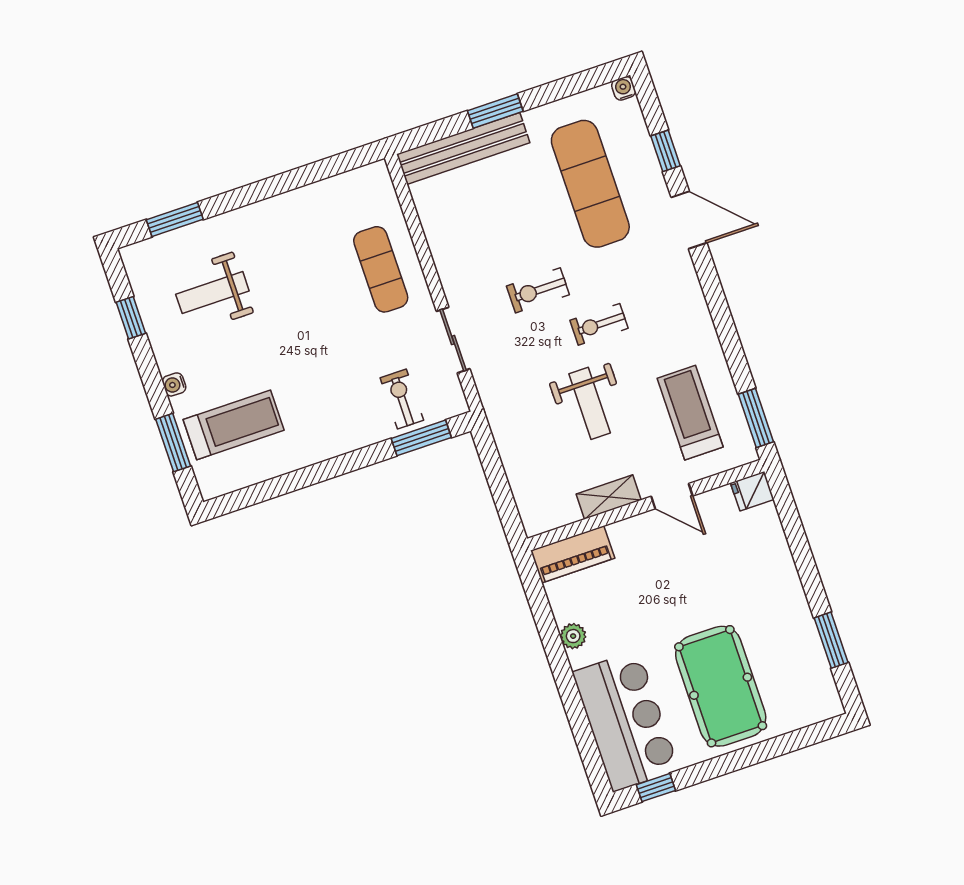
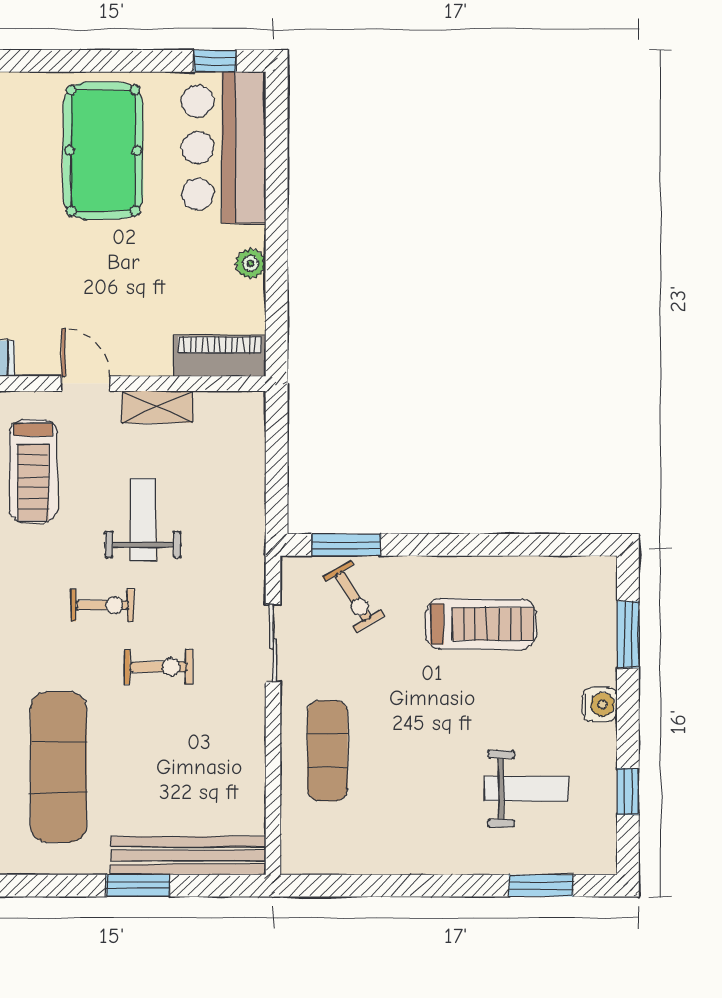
water cooler: (174, 384) -> (600, 705), width x1.38, depth x1.38
exercise bike: (402, 399) -> (353, 596), turned -31
treadmill: (234, 425) -> (481, 624), moved, turned 180

